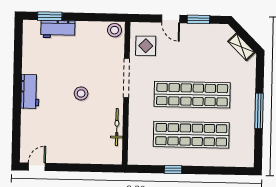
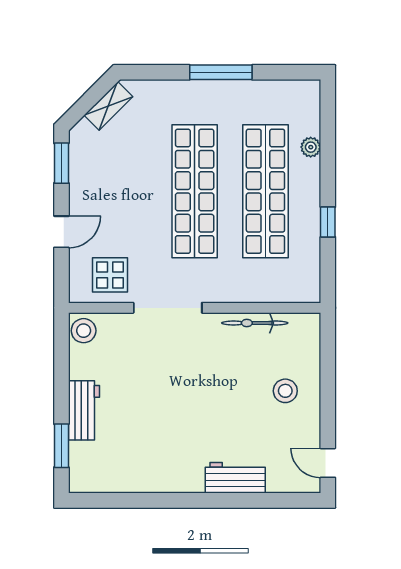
window: (198, 19) -> (61, 163), moved
workbench: (58, 29) -> (84, 410), moved
workbench: (30, 91) -> (235, 478), moved
stool: (81, 93) -> (285, 391), moved
plant: (216, 161) -> (311, 147), added

